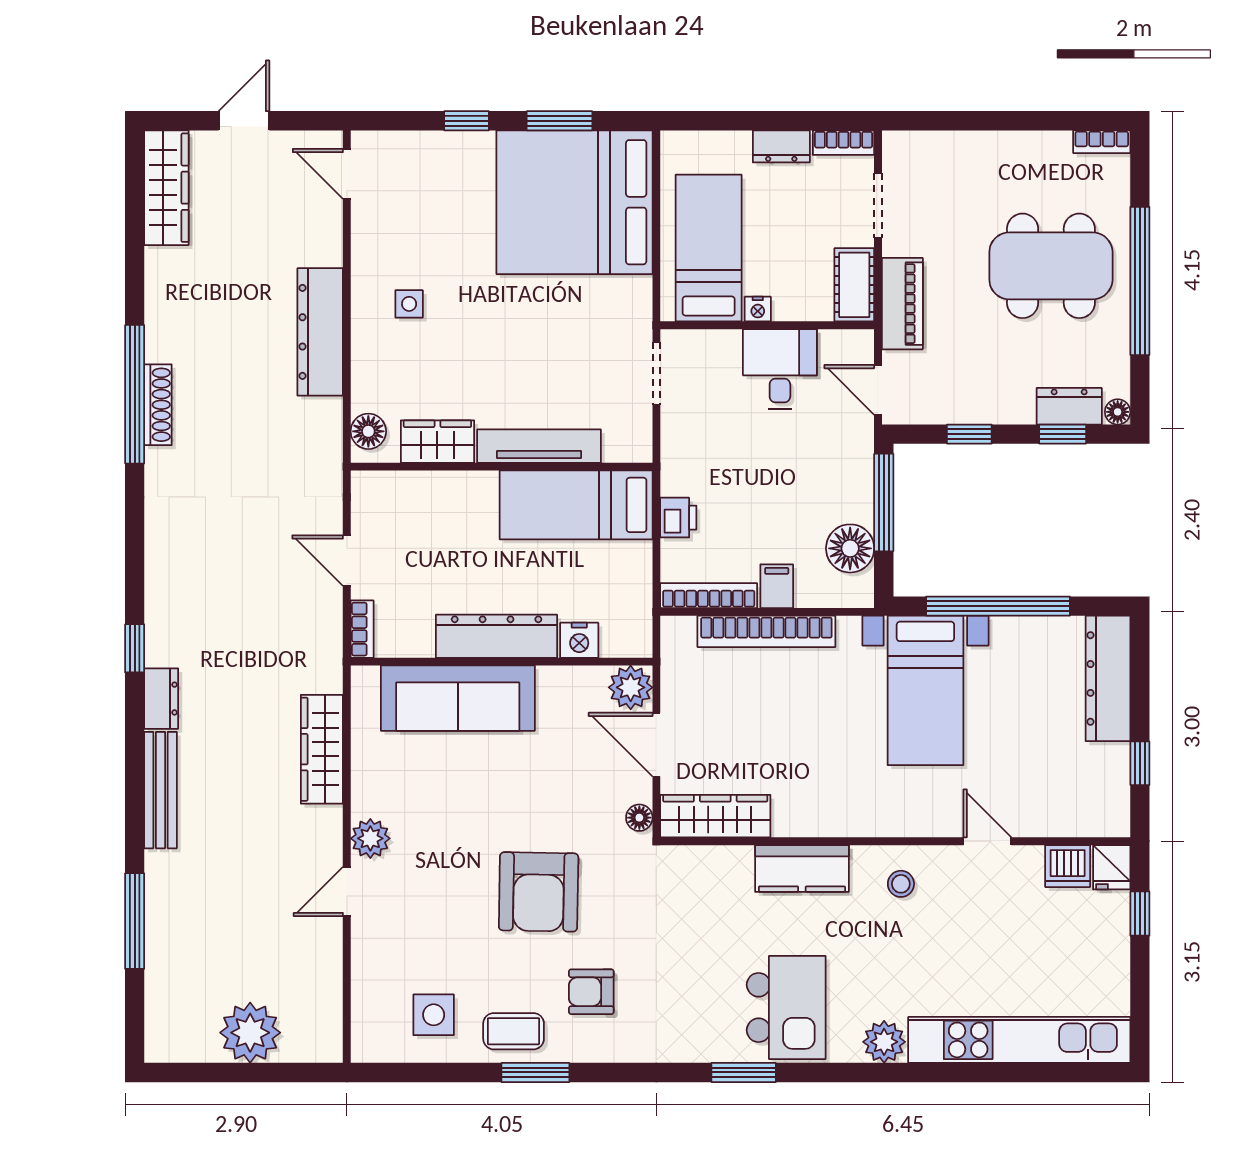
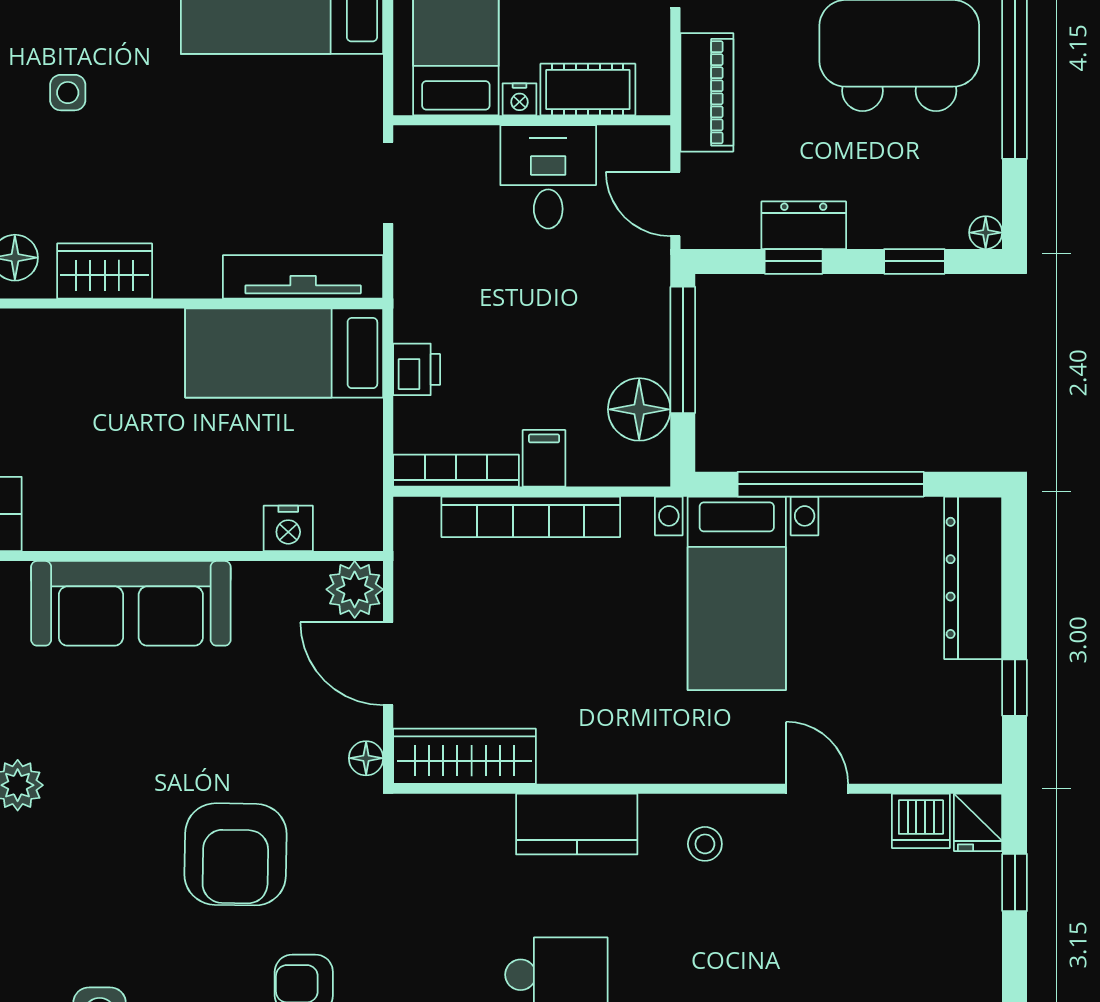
cot: (854, 285) -> (588, 90), moved, turned 90
dresser: (1069, 406) -> (804, 225), moved
tv unit: (539, 446) -> (303, 277), moved
dresser: (497, 636) -> (181, 523), removed

